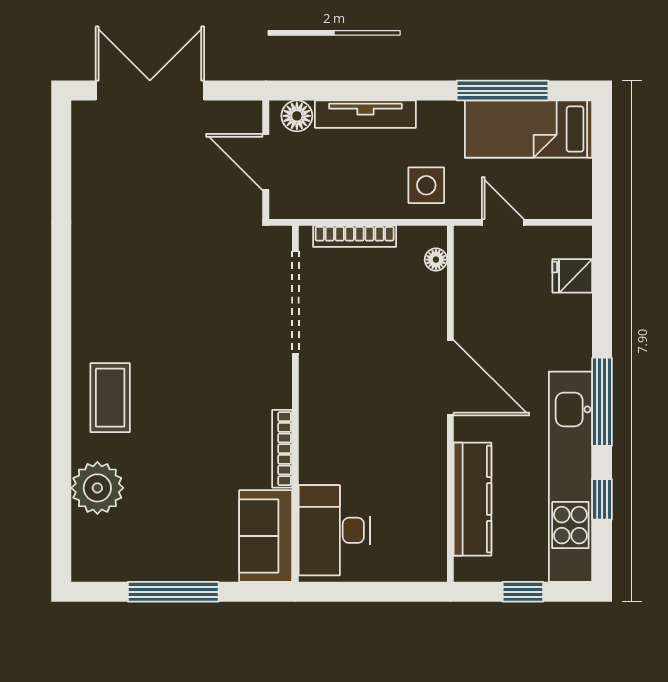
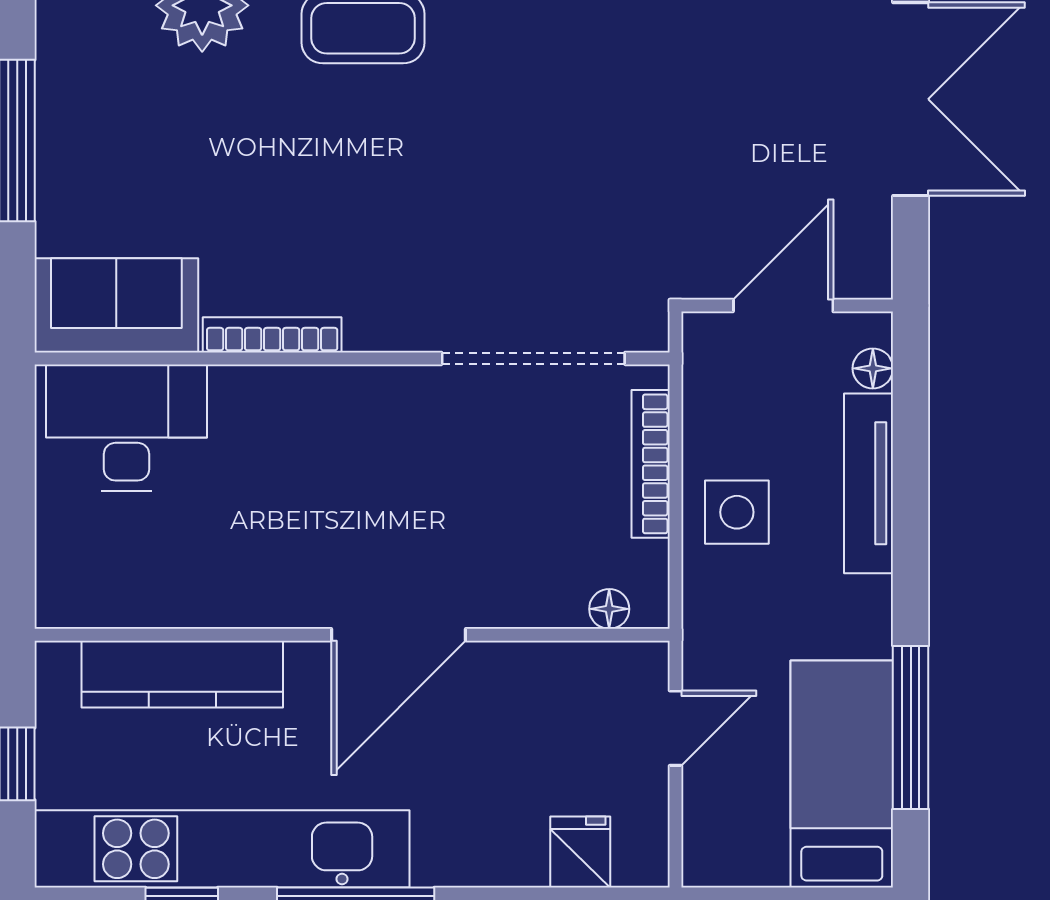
floor lamp: (297, 116) -> (873, 368), width x0.73, depth x0.73
side table: (426, 185) -> (737, 512), moved

